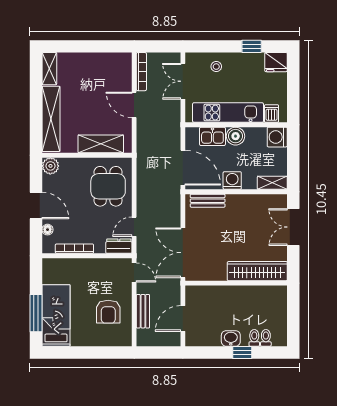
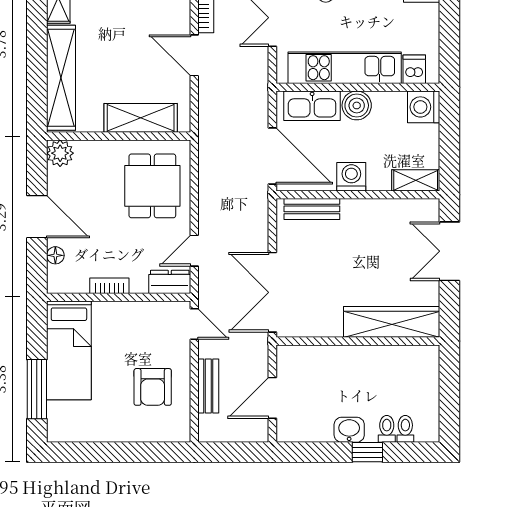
kitchen sink: (212, 136) -> (312, 106), width x1.38
bookcase: (74, 249) -> (109, 286), width x0.64
bed: (56, 315) -> (69, 350), moved, turned 180

